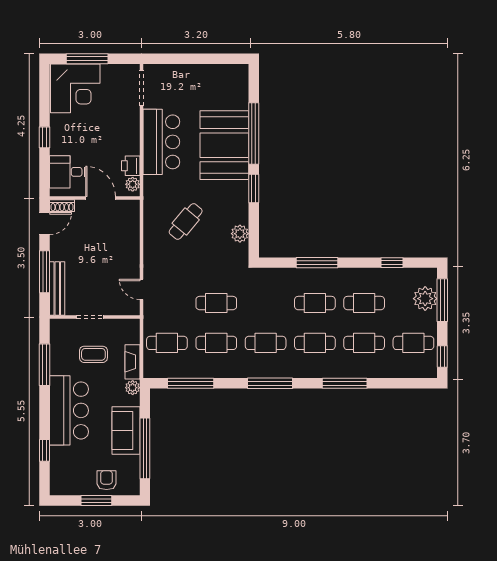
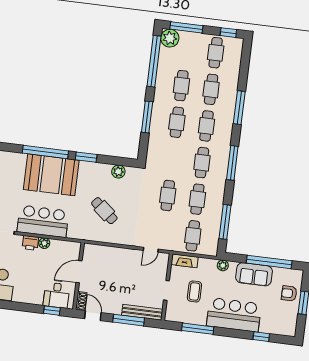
window: (45, 137) -> (52, 311), moved
printer: (131, 166) -> (30, 243), moved
plant: (133, 184) -> (44, 243), moved
window: (392, 263) -> (154, 61), width x3.17
plant: (425, 299) -> (170, 38), moved
fireplace: (132, 362) -> (185, 261), moved

